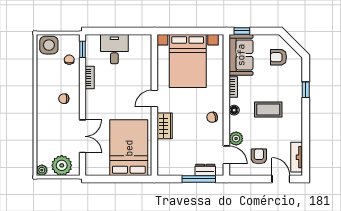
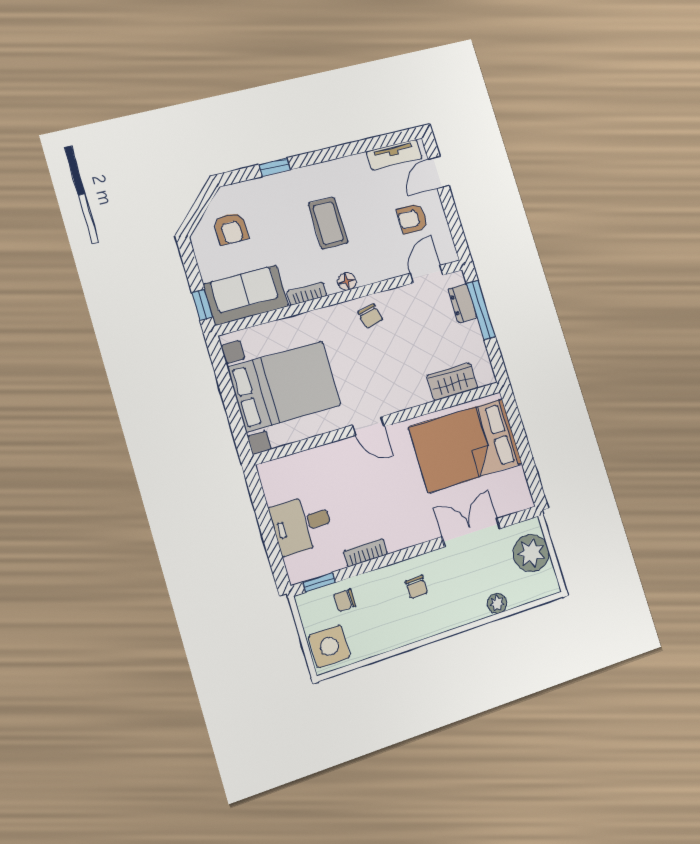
wardrobe: (165, 126) -> (452, 382), moved
plant: (236, 139) -> (394, 265), removed
plant: (42, 170) -> (497, 603), moved

